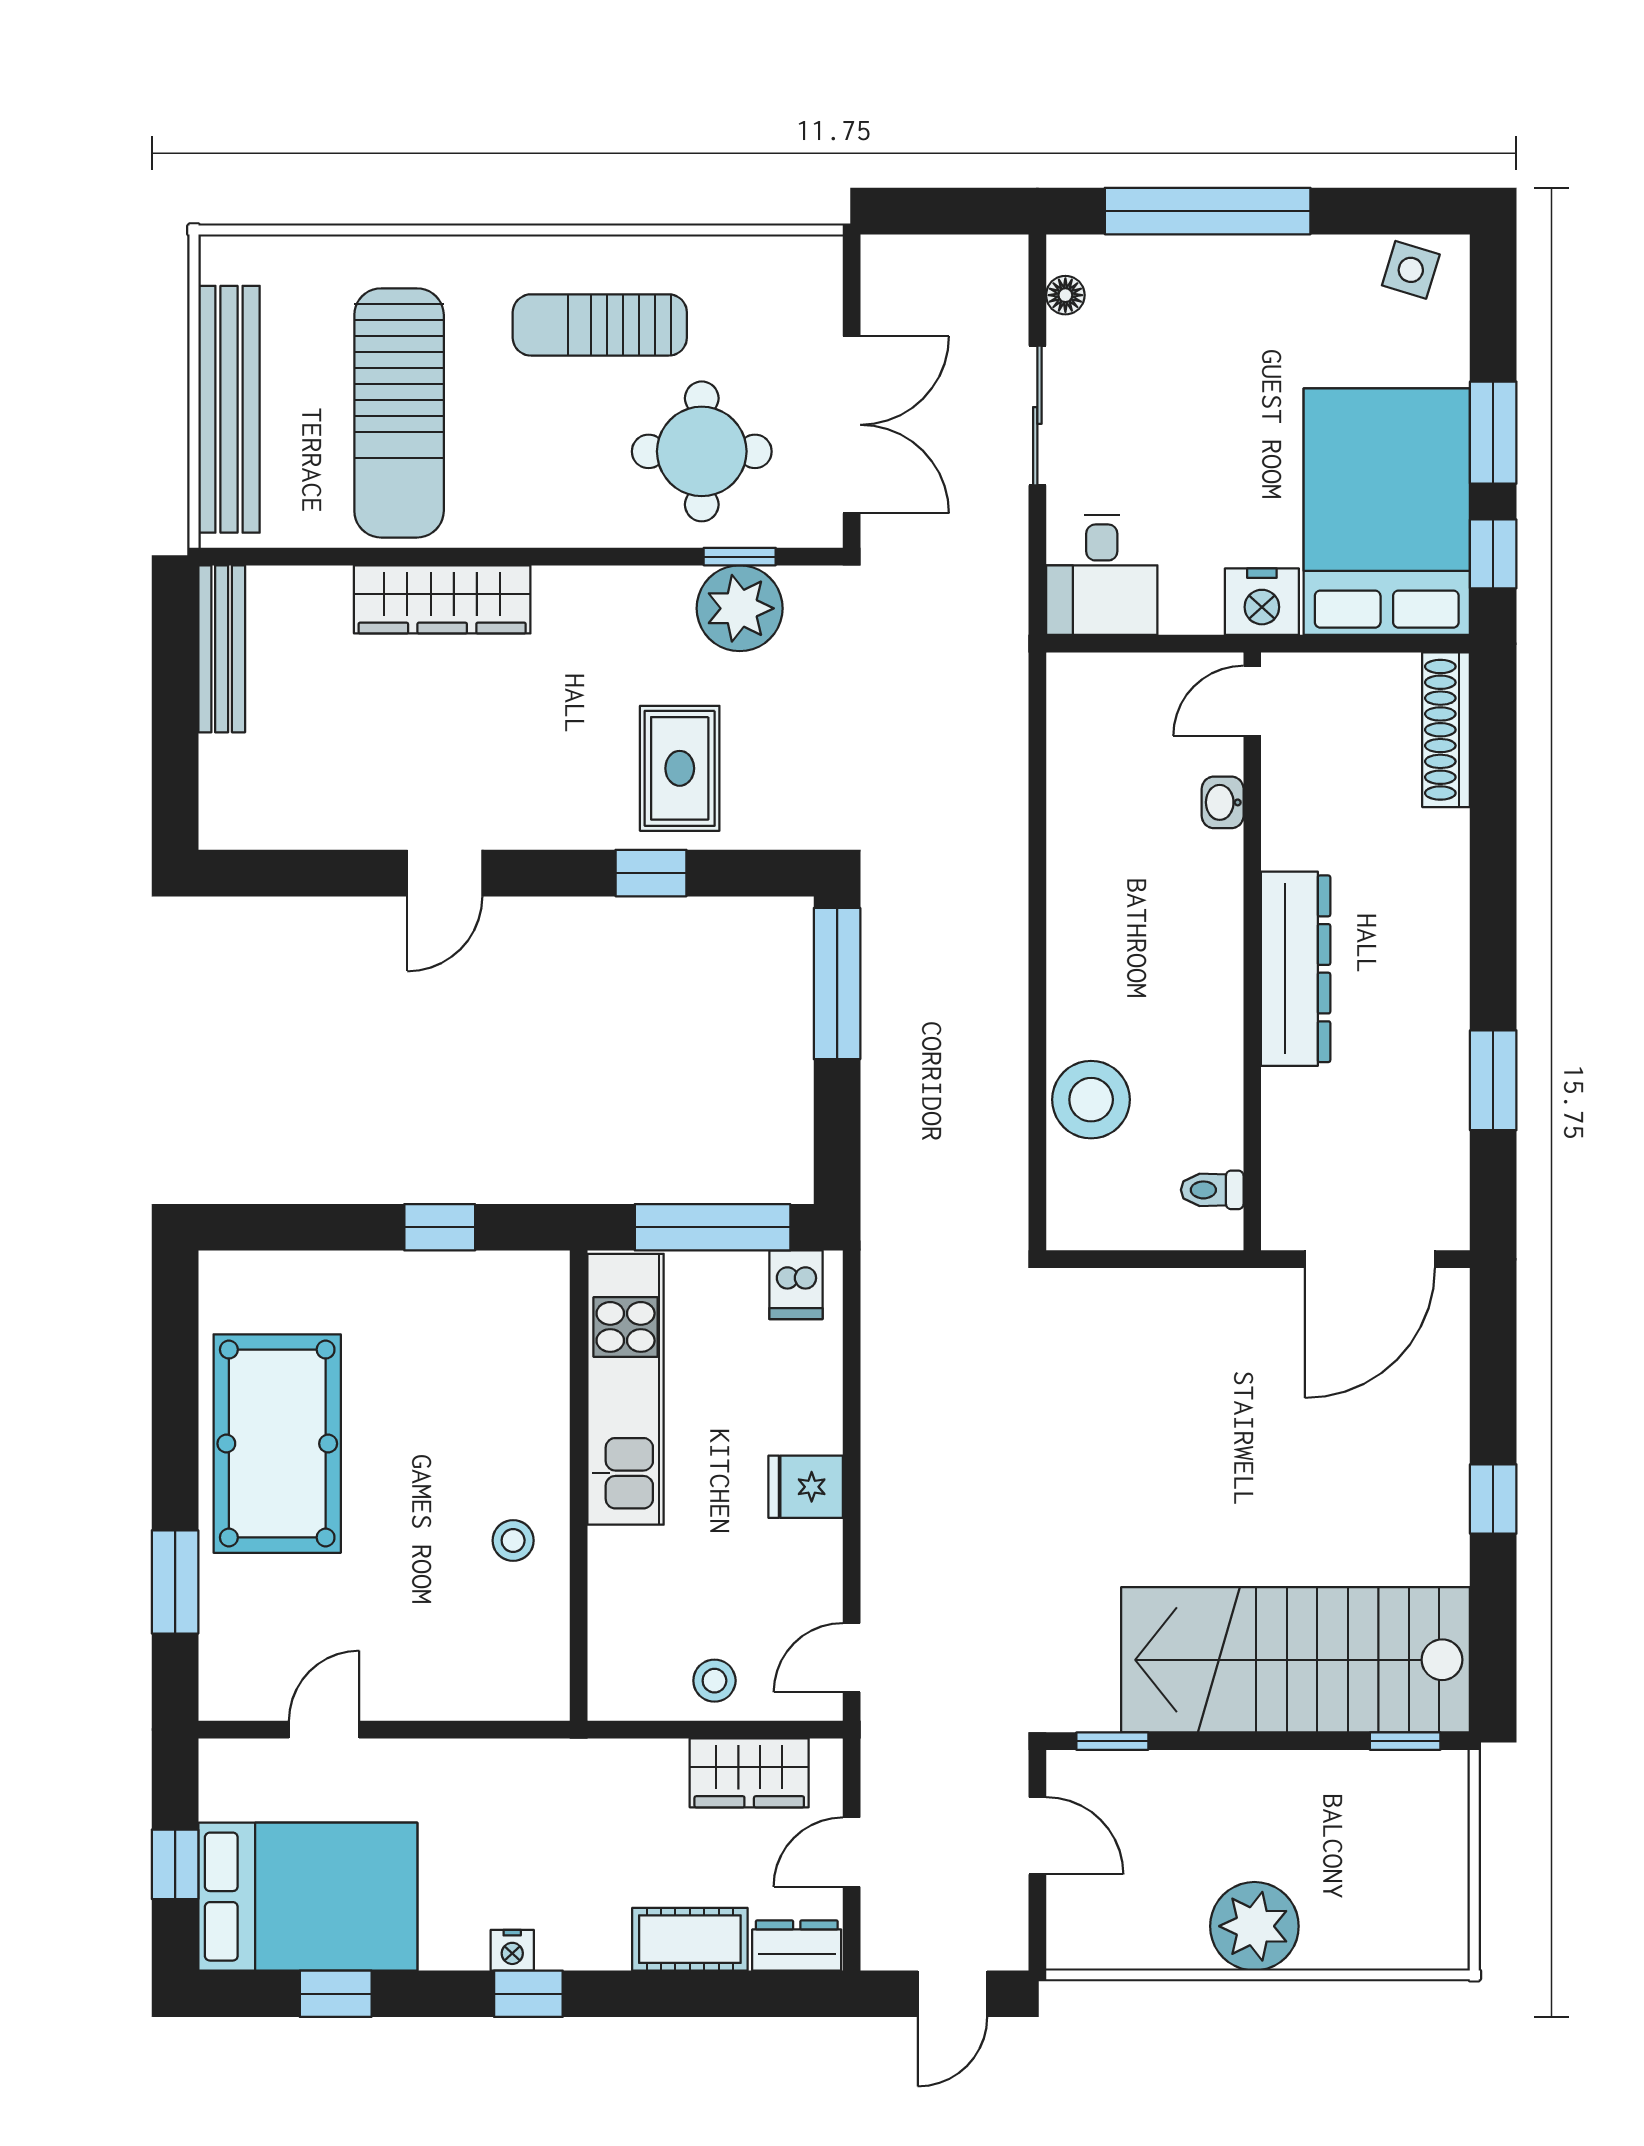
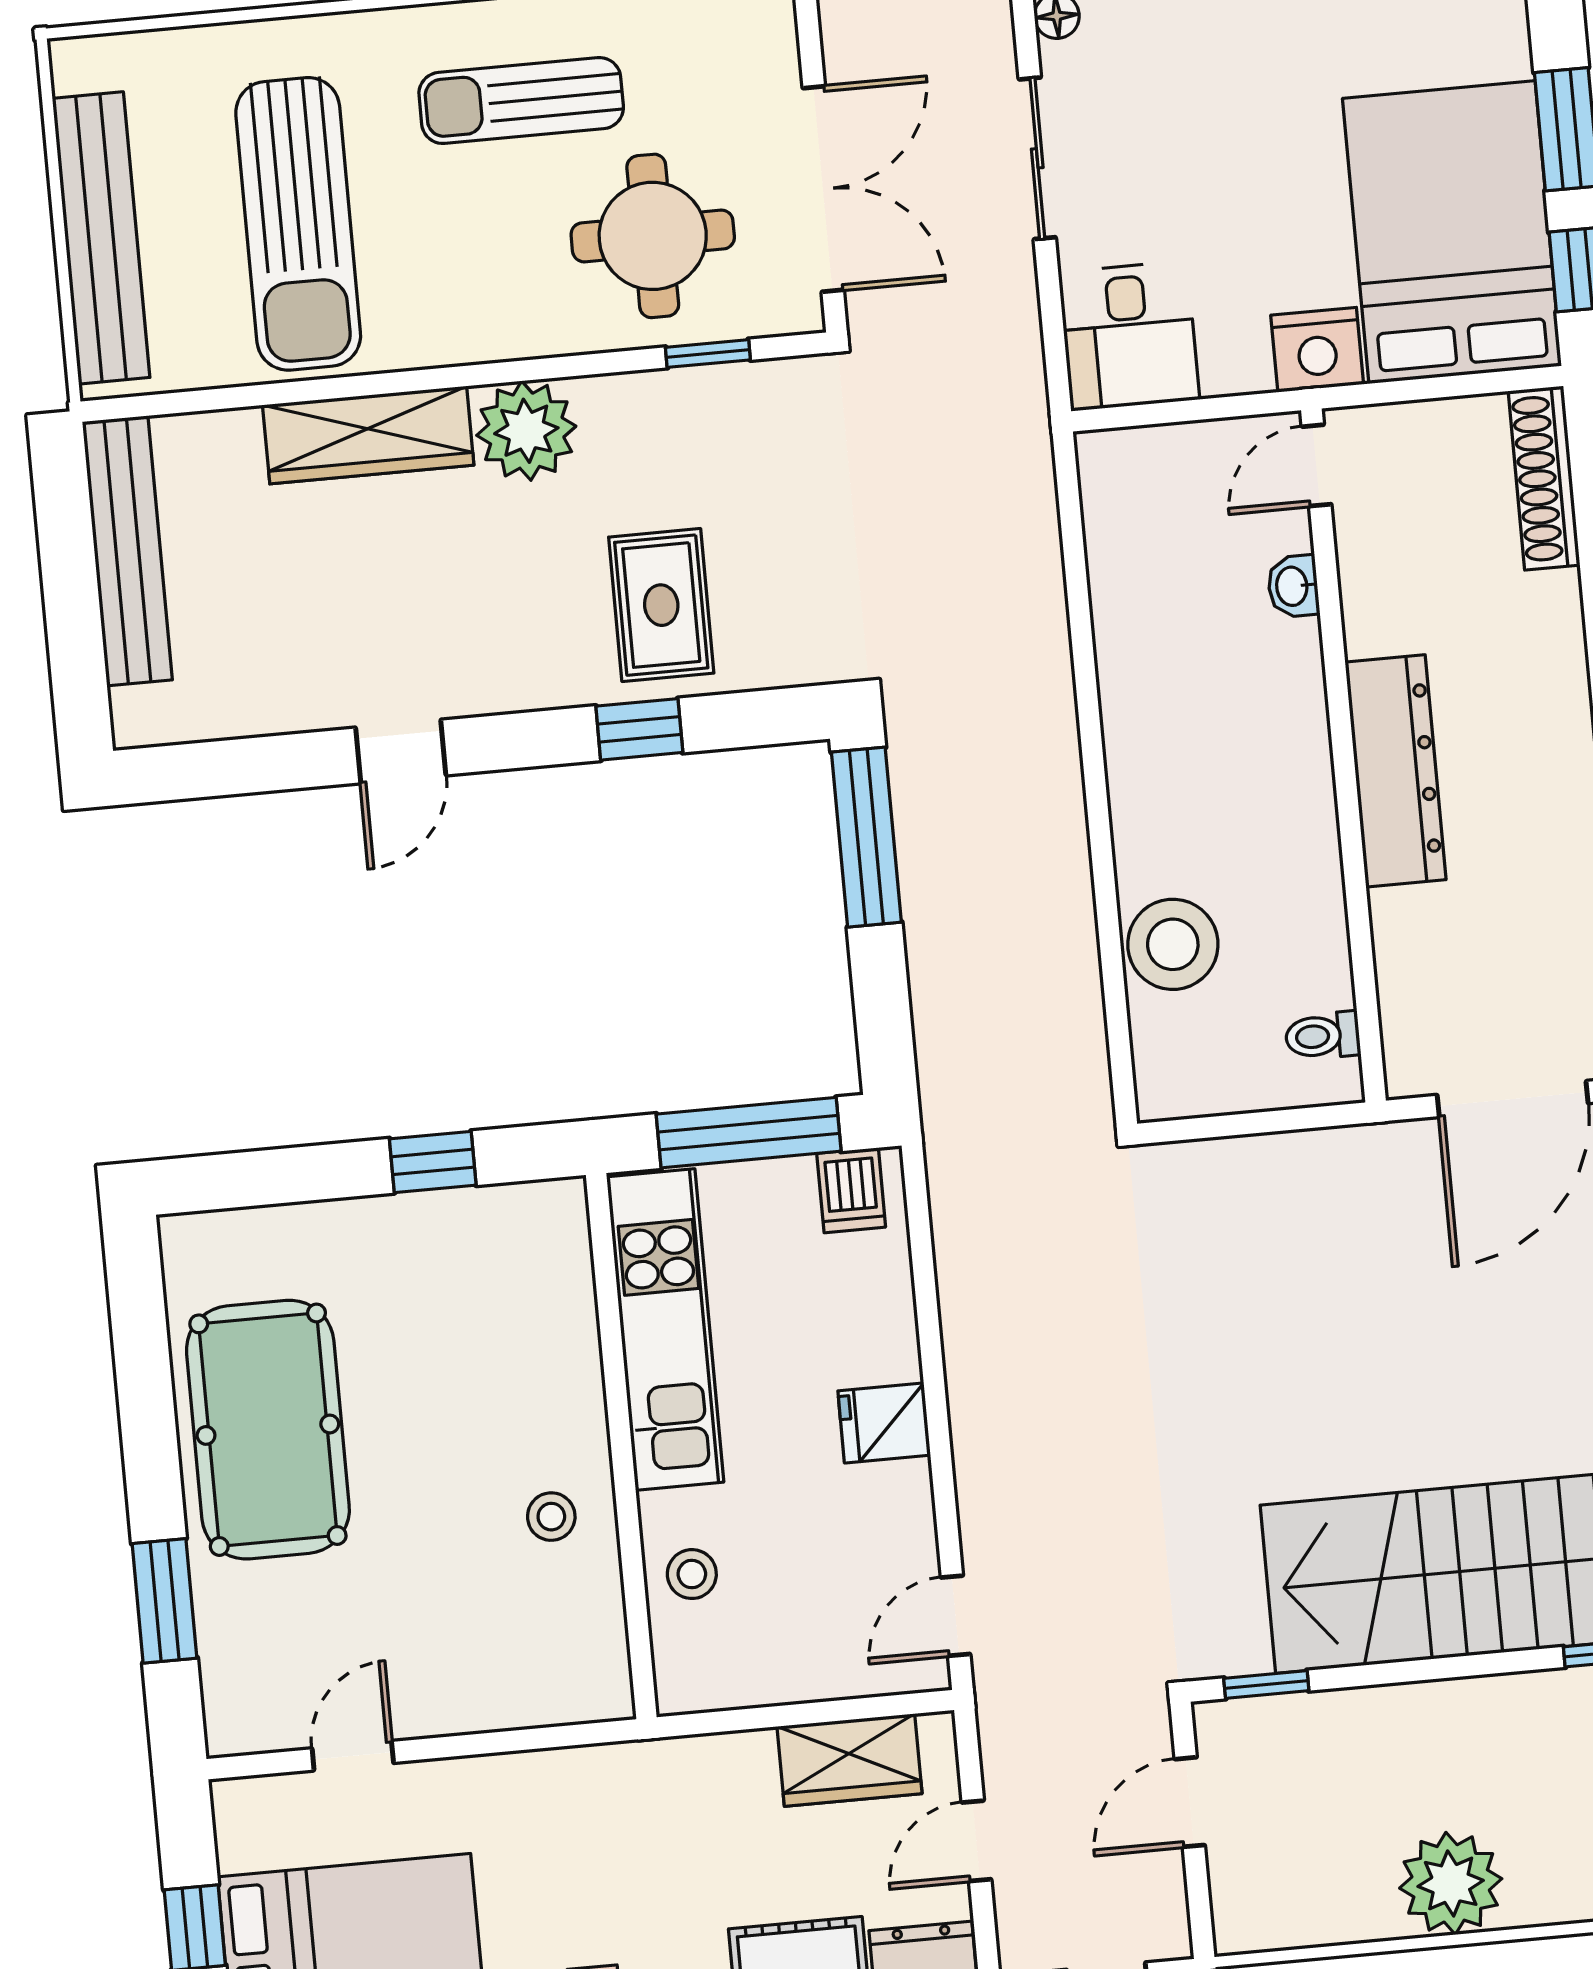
plant: (740, 608) -> (526, 431), moved
bench: (222, 649) -> (127, 551), width x1.37, depth x1.21
stool: (714, 1681) -> (692, 1574), moved
door: (1037, 1836) -> (1190, 1802), swing flipped

